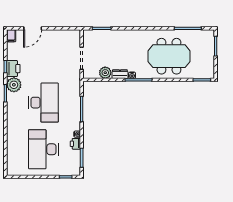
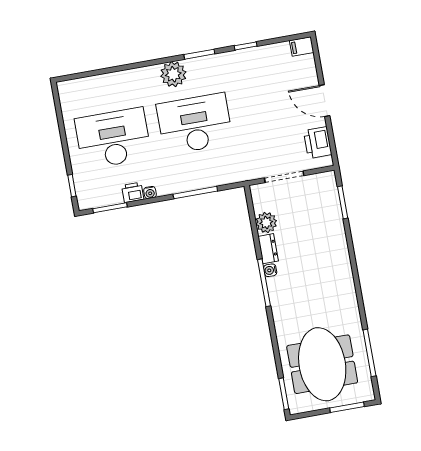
door: (33, 28) -> (325, 101), moved
meeting table: (169, 56) -> (322, 364), moved
printer: (13, 69) -> (318, 143), moved, turned 90
plant: (14, 85) -> (173, 74), moved
desk: (43, 103) -> (195, 124), turned 180

